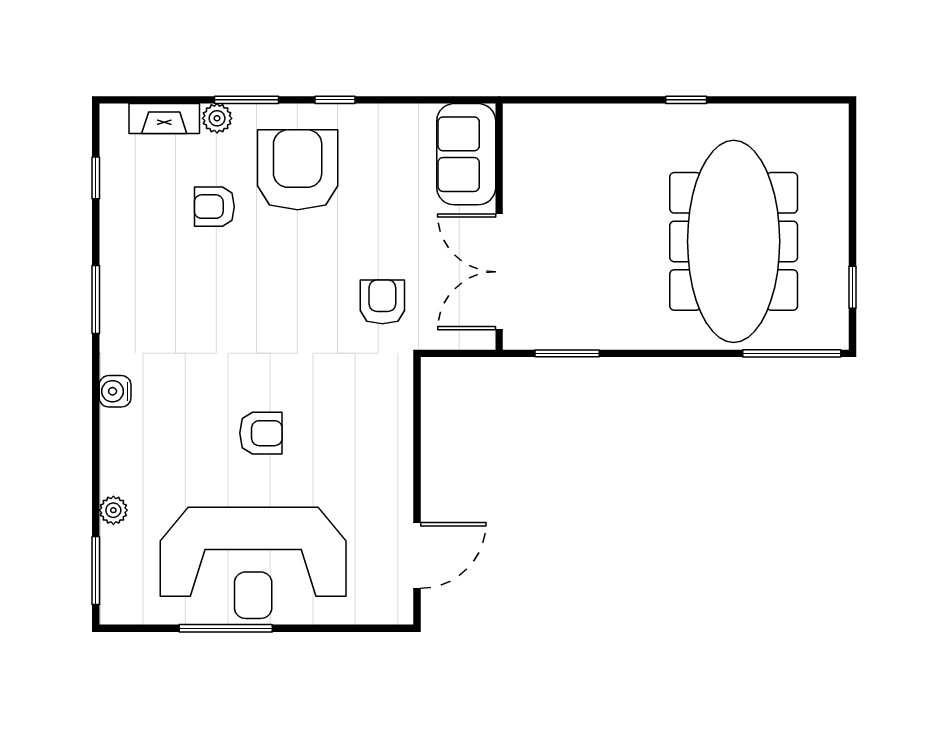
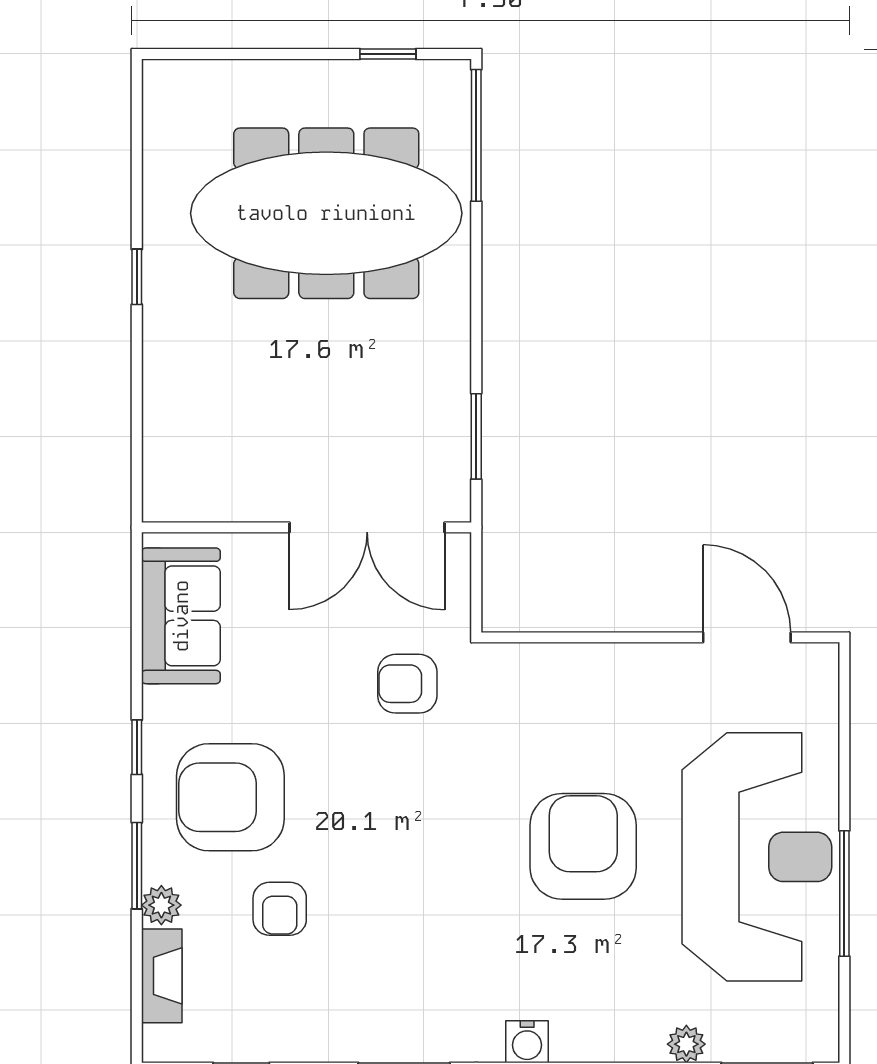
sofa: (466, 154) -> (181, 616), moved, turned -90
armchair: (261, 433) -> (583, 846), width x1.88, depth x1.88

